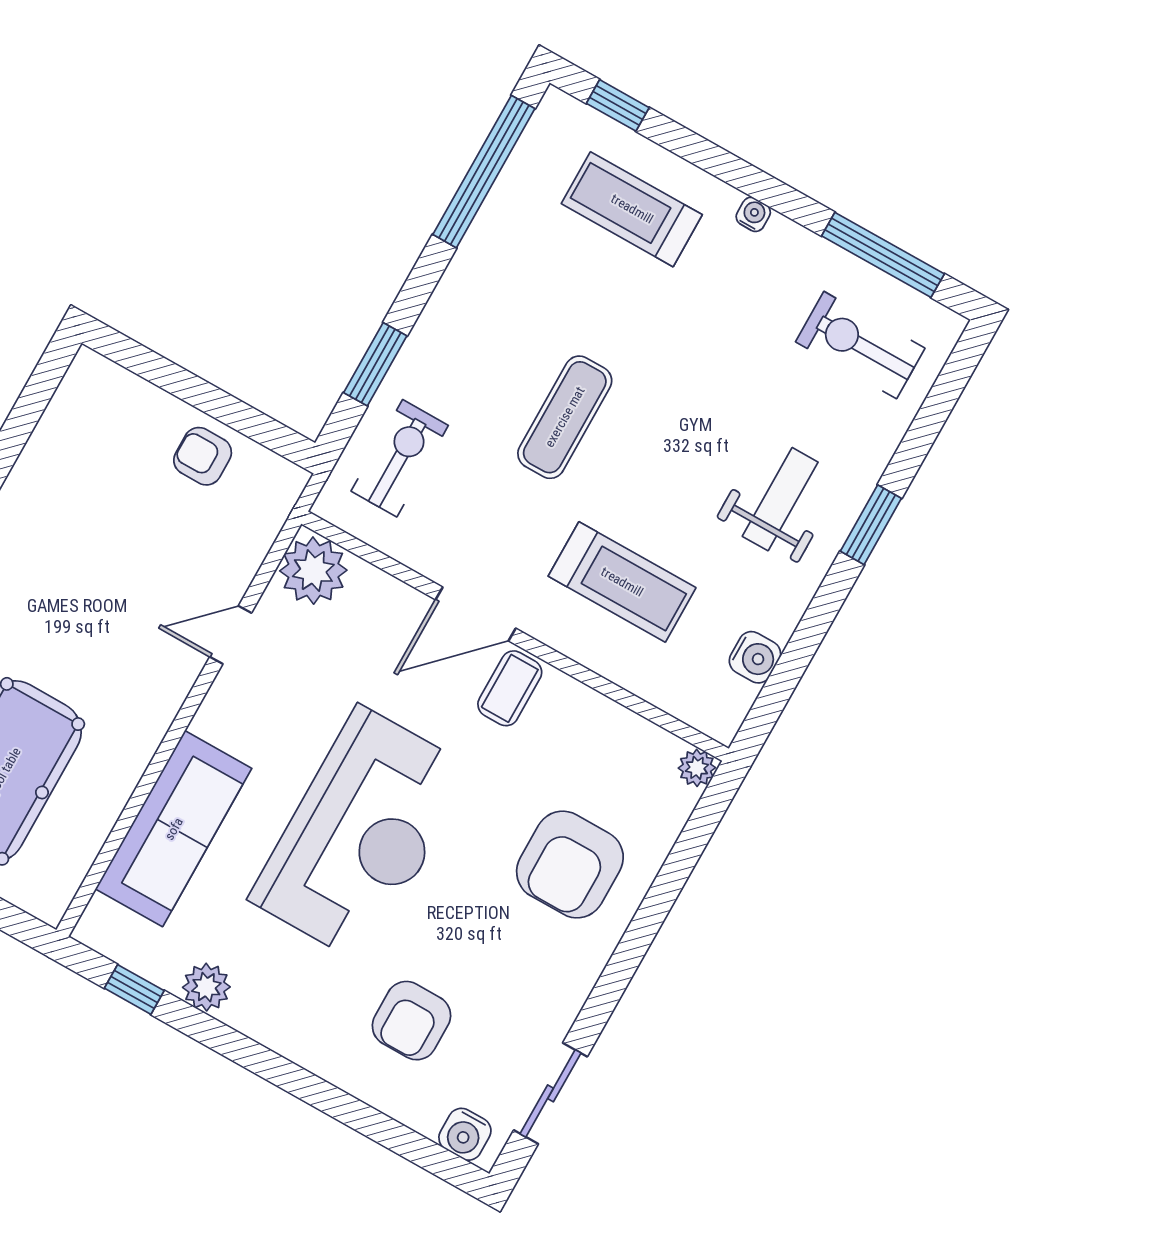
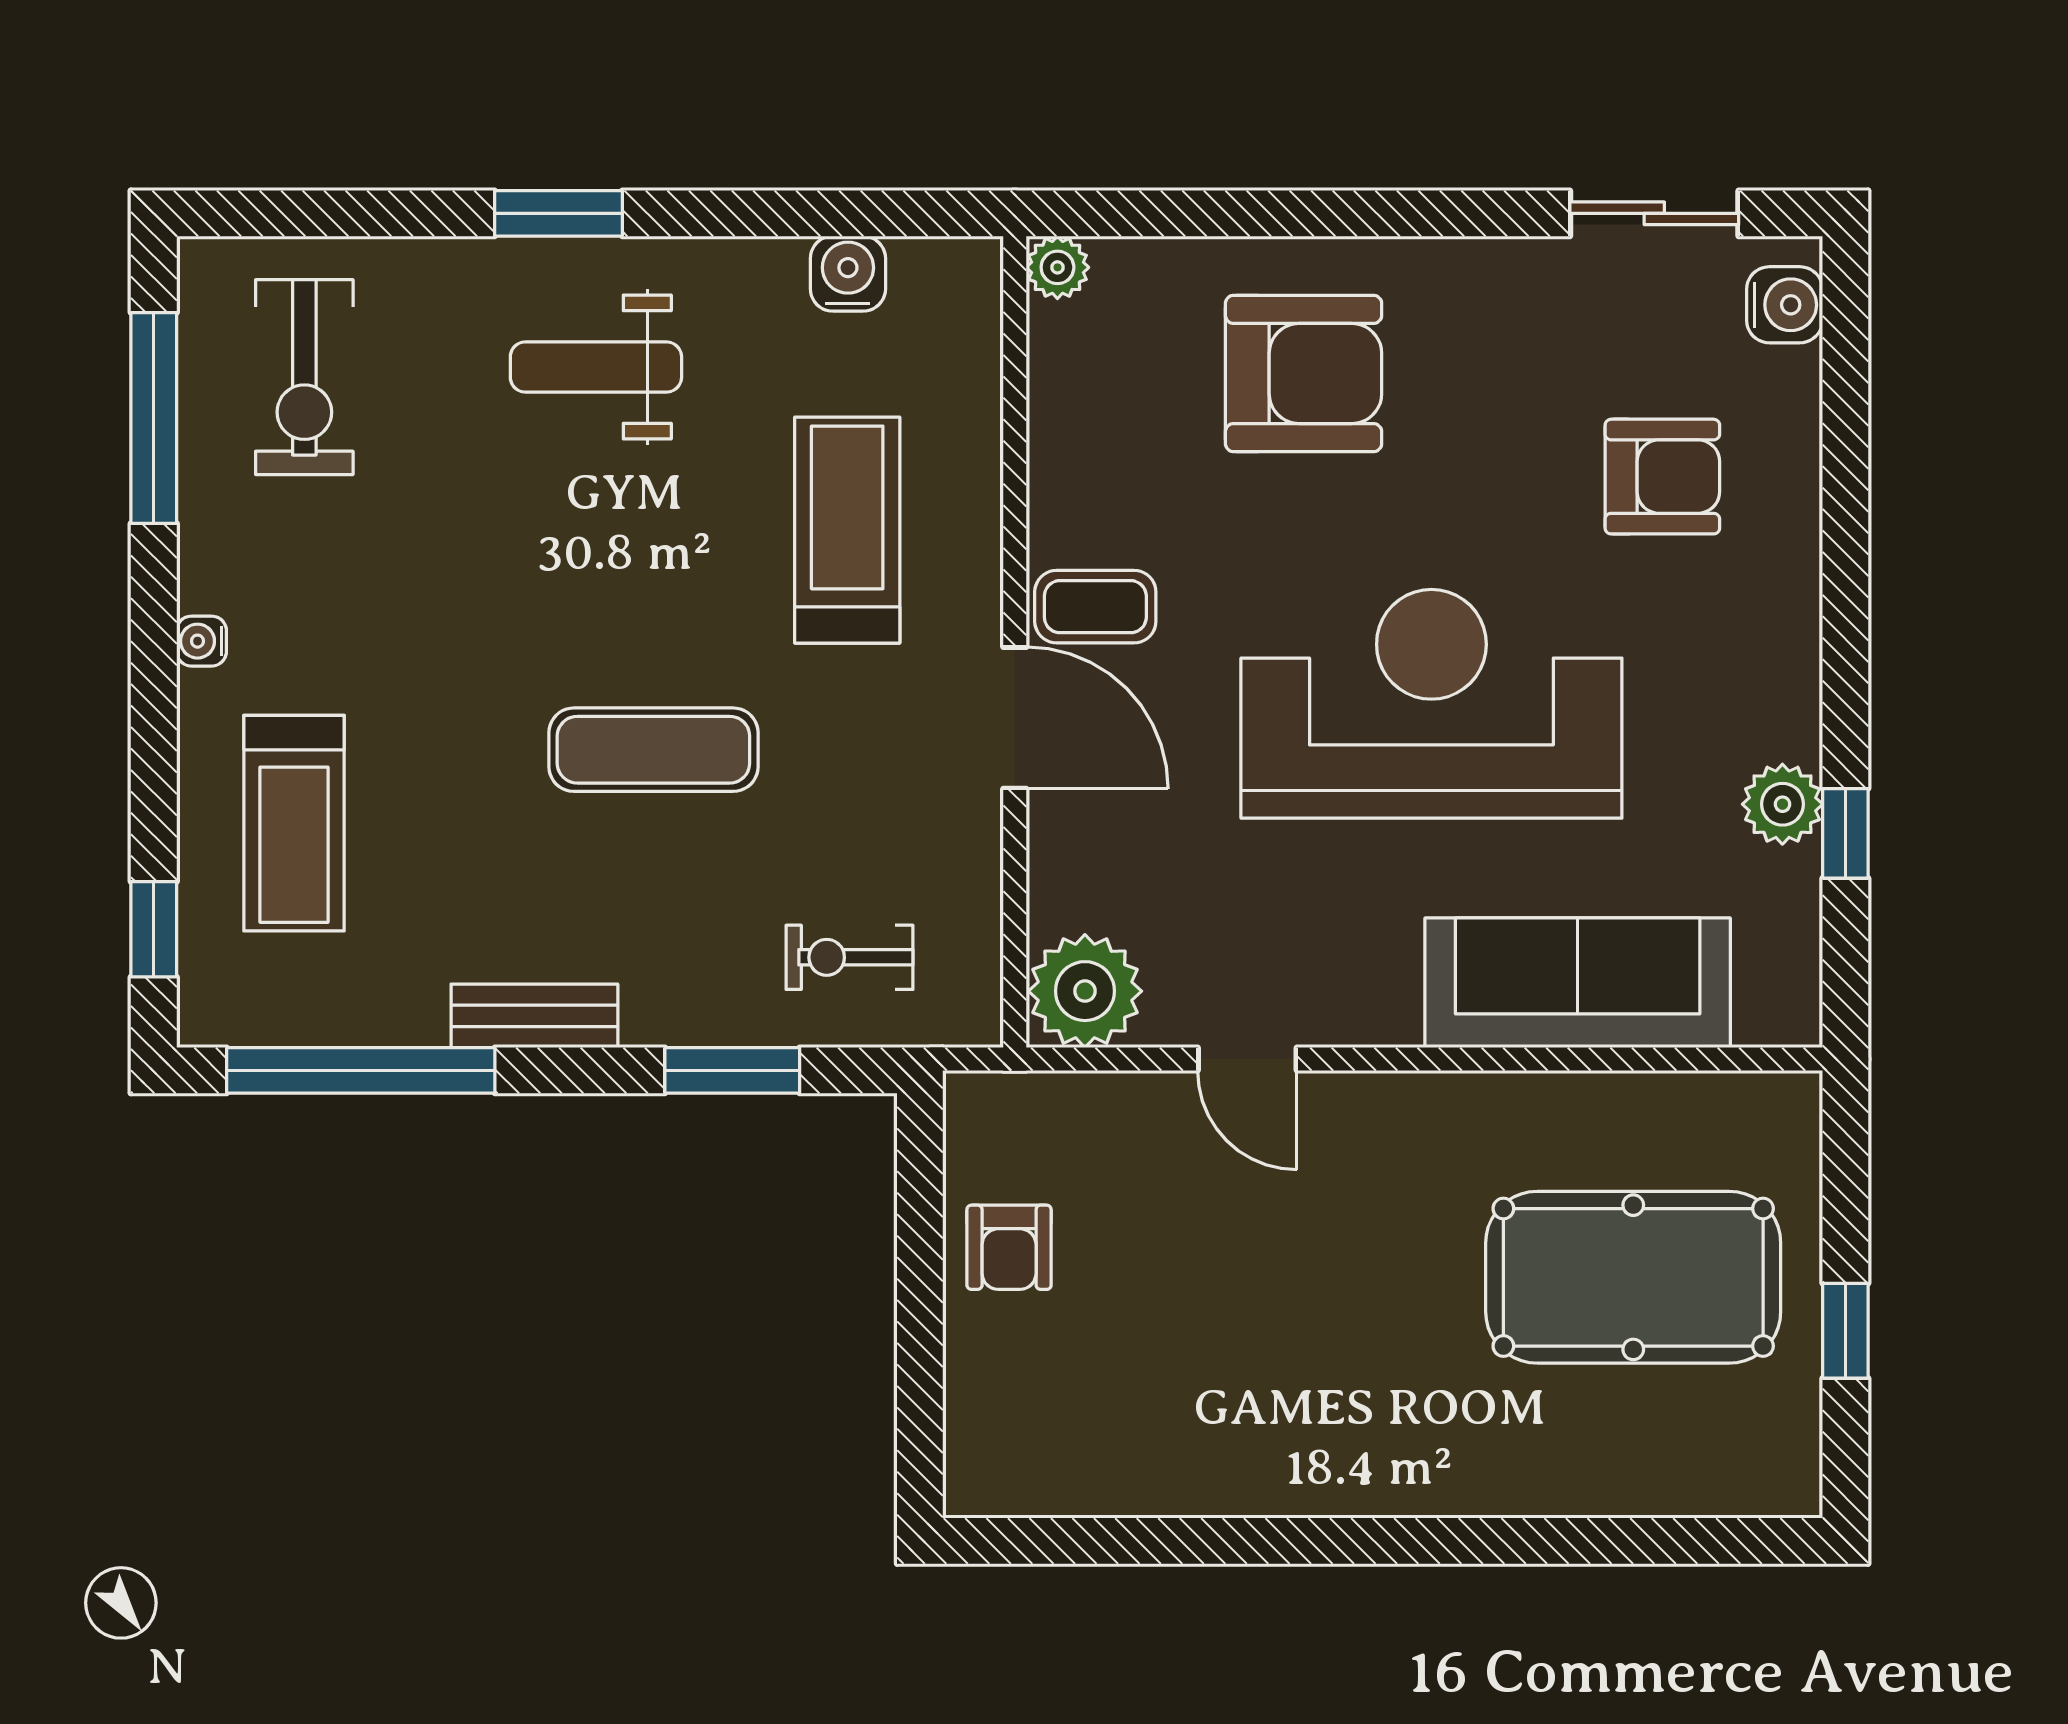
bench: (461, 278) -> (534, 1016), added
exercise bike: (400, 458) -> (850, 957), width x0.73, depth x0.72
window: (134, 989) -> (1845, 833), moved

